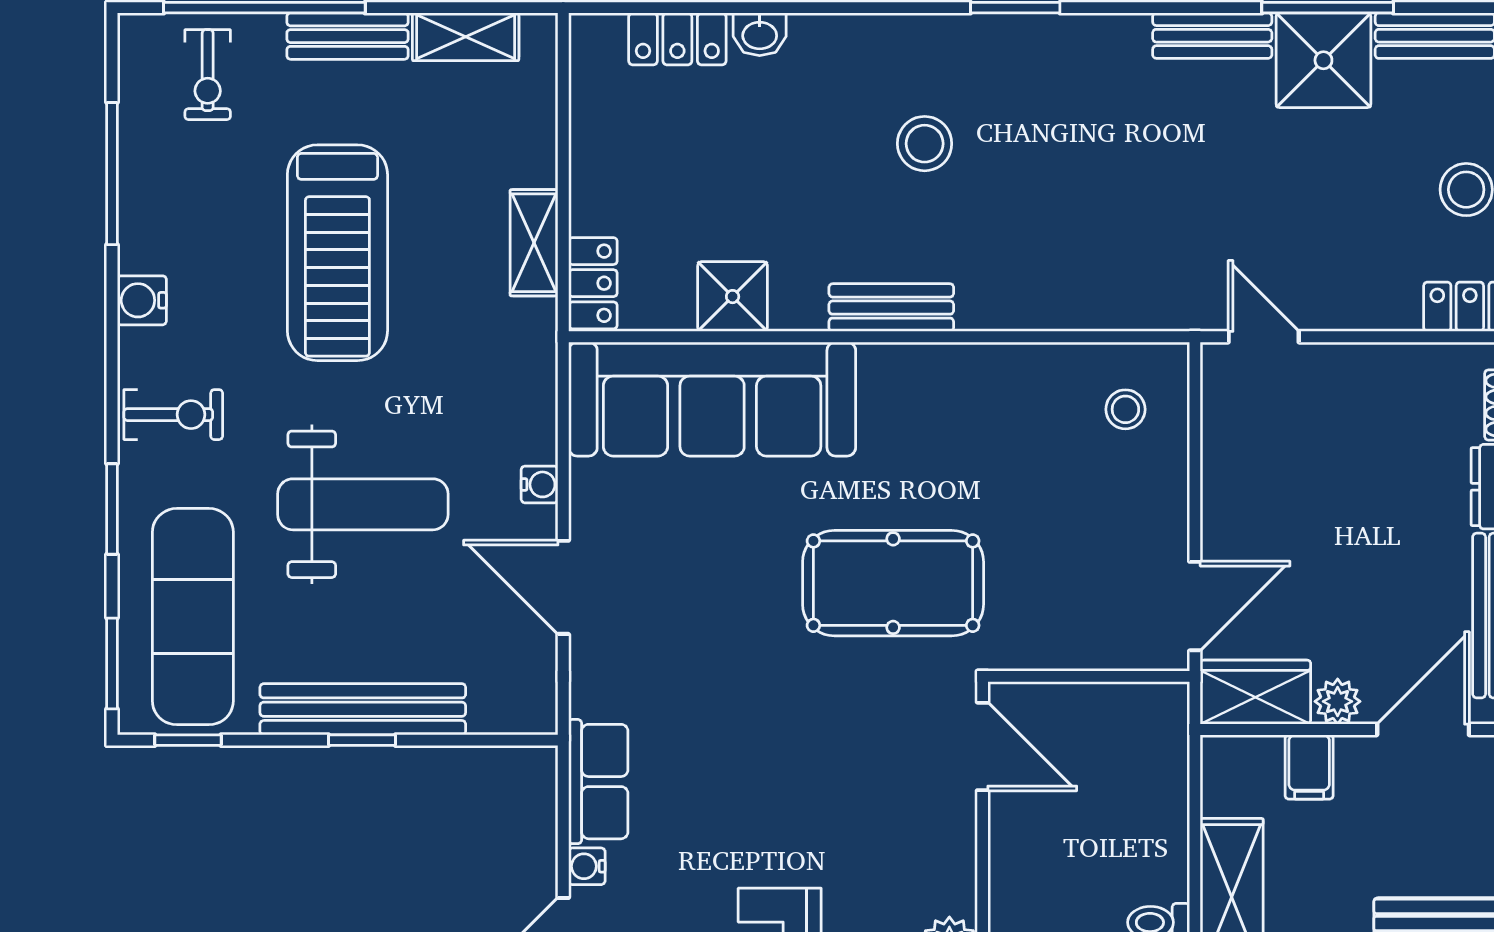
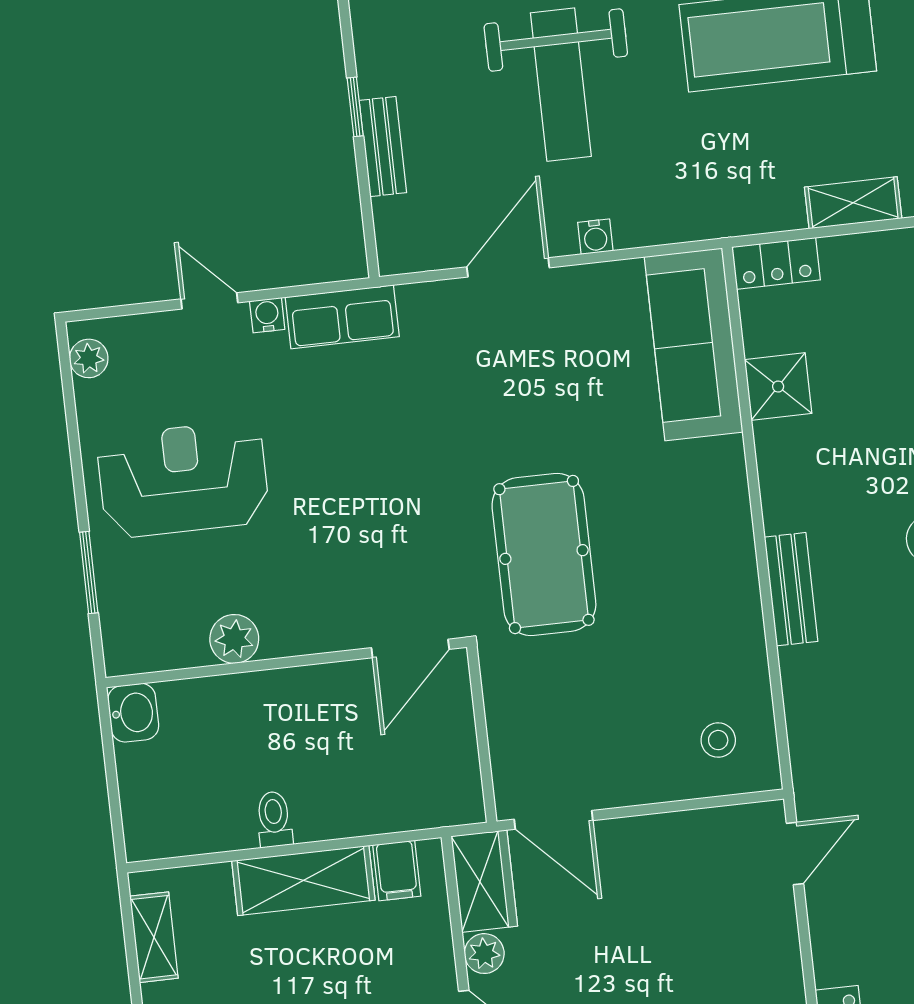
shelving: (534, 243) -> (853, 203), moved
bench: (891, 308) -> (791, 589), moved
sofa: (712, 399) -> (694, 344), width x0.74, depth x0.79
bench: (363, 709) -> (383, 147), width x0.54, depth x0.82
filing cabinet: (1309, 767) -> (397, 871), moved, turned -90

